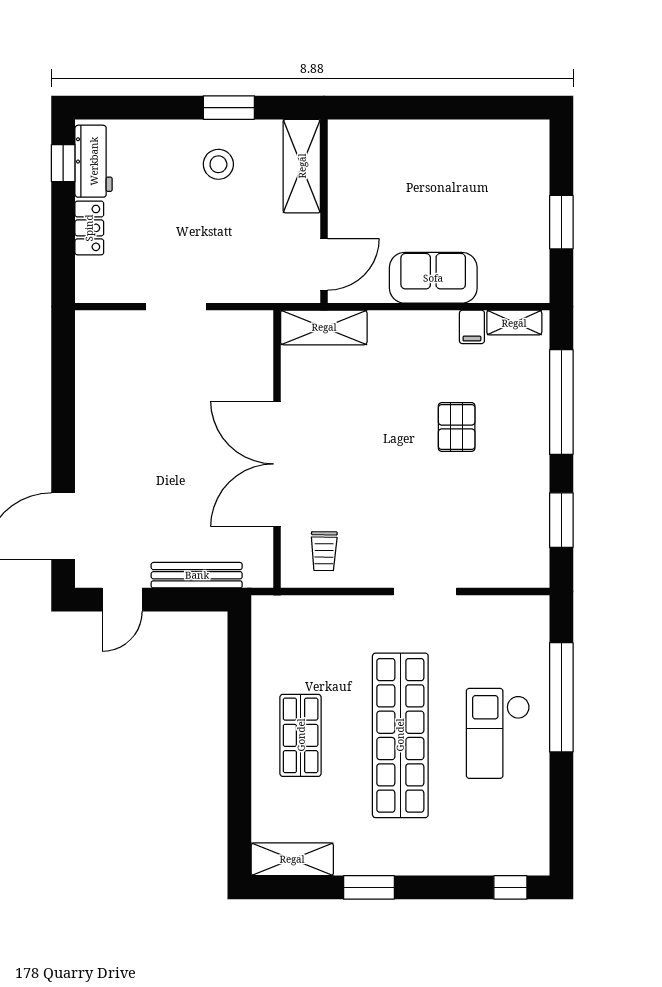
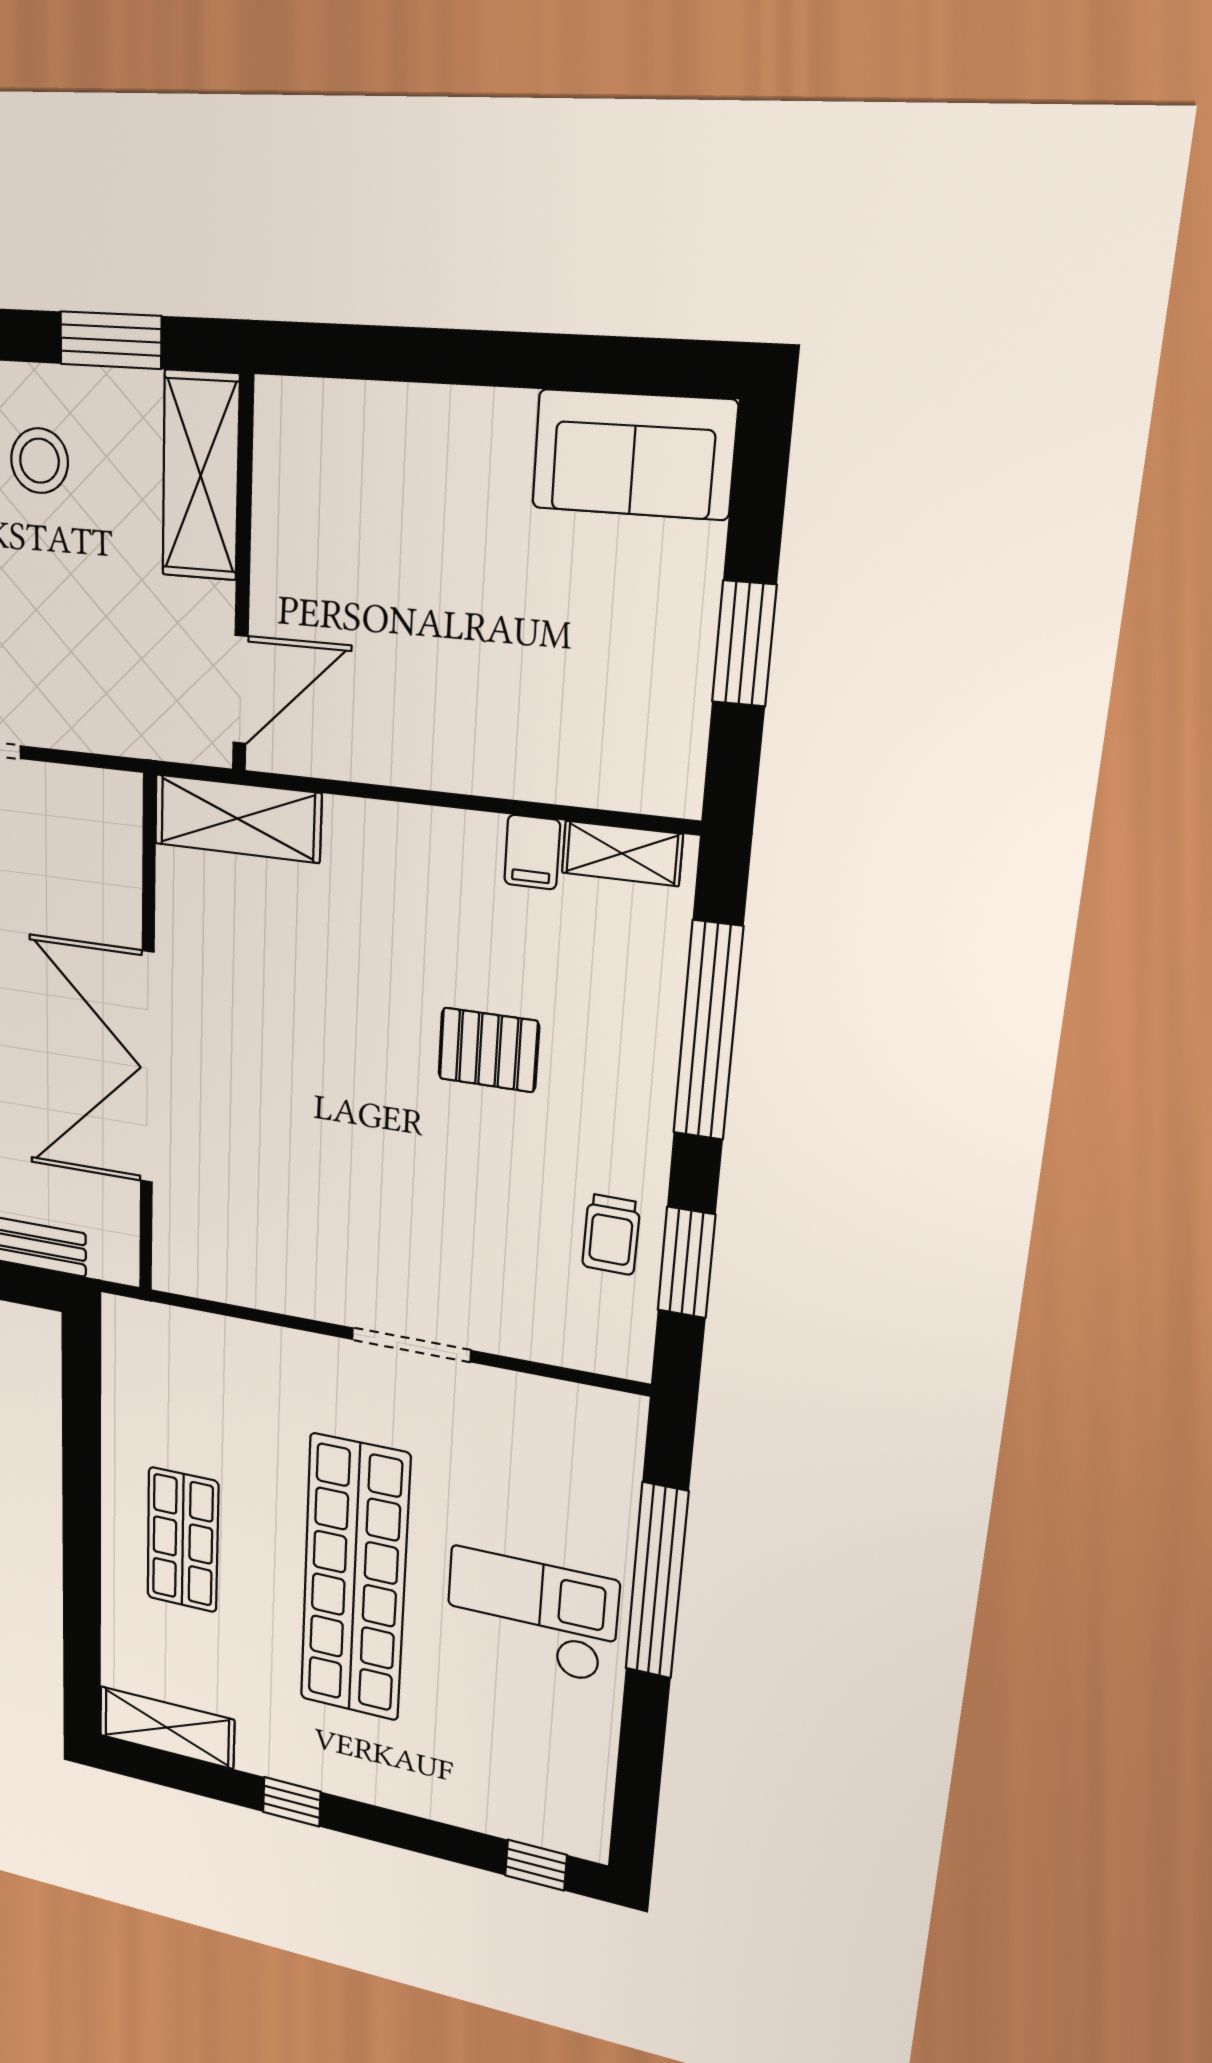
window: (229, 108) -> (111, 340), moved
sofa: (433, 278) -> (634, 455), moved, turned 180
pallet: (457, 427) -> (488, 1050), turned 90
trolley: (324, 551) -> (611, 1234), moved
checkout: (498, 733) -> (531, 1615), turned 90
window: (369, 887) -> (292, 1802), width x0.67

